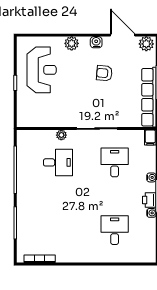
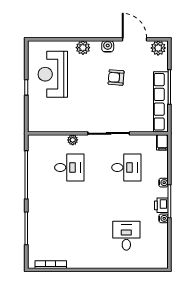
reception desk: (42, 70) -> (53, 74), turned 180
desk: (115, 162) -> (126, 167), turned 90

